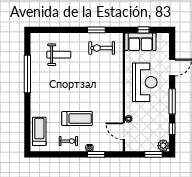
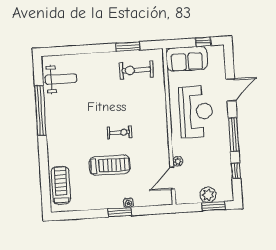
window: (143, 30) -> (203, 42), moved
weight bench: (59, 55) -> (61, 79), moved
door: (124, 131) -> (173, 178), hinge flipped
exercise bike: (68, 141) -> (119, 132), moved
plant: (163, 146) -> (208, 195), moved
window: (96, 154) -> (120, 212), moved

